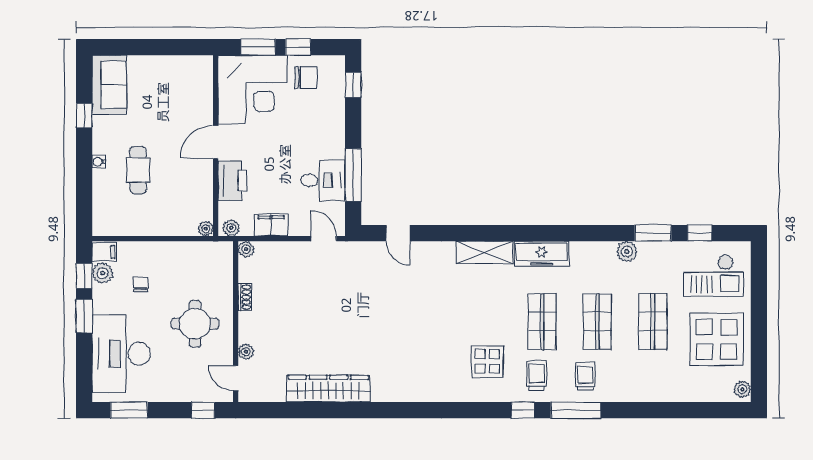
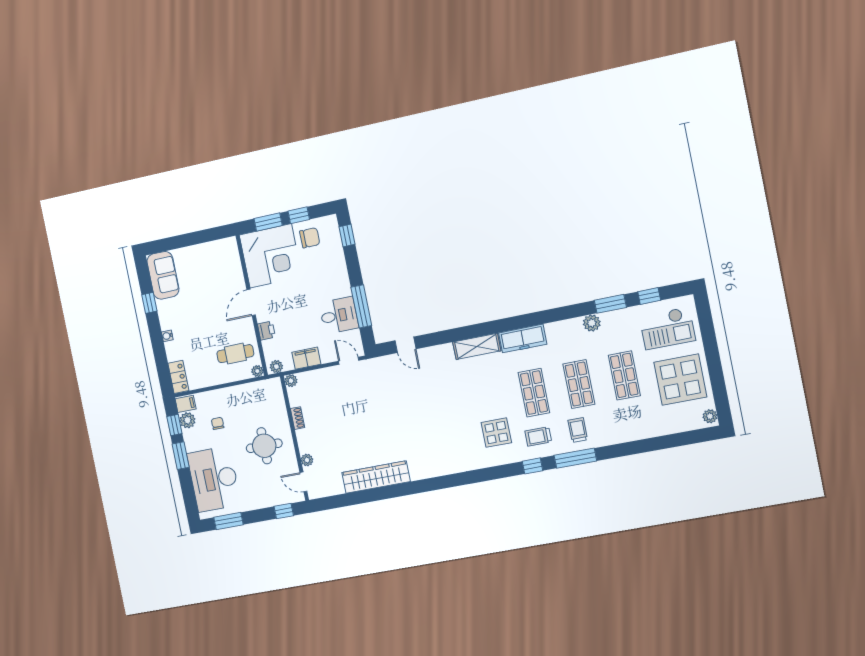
cafe table: (138, 170) -> (235, 354), moved, turned 90
printer: (232, 181) -> (266, 331), width x0.53, depth x0.68
locker: (102, 216) -> (178, 377), added
trolley: (537, 376) -> (538, 436), turned -90

